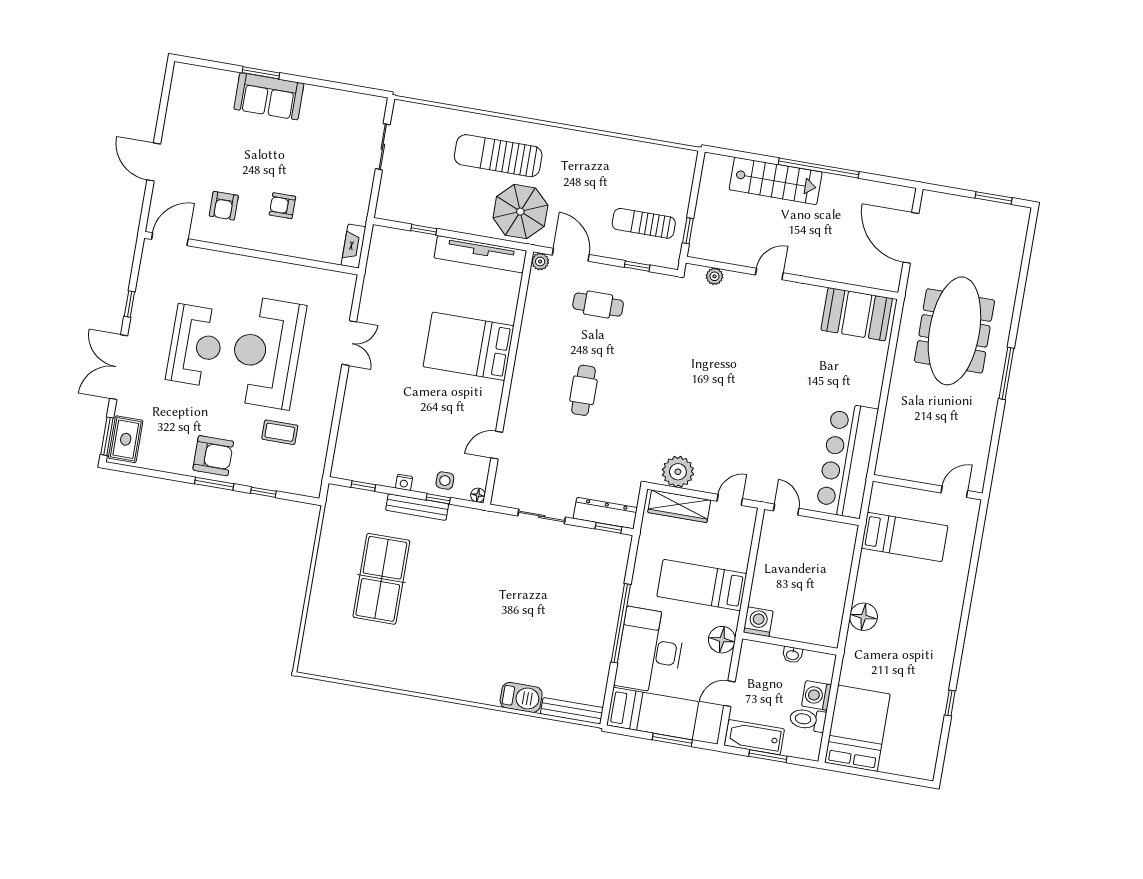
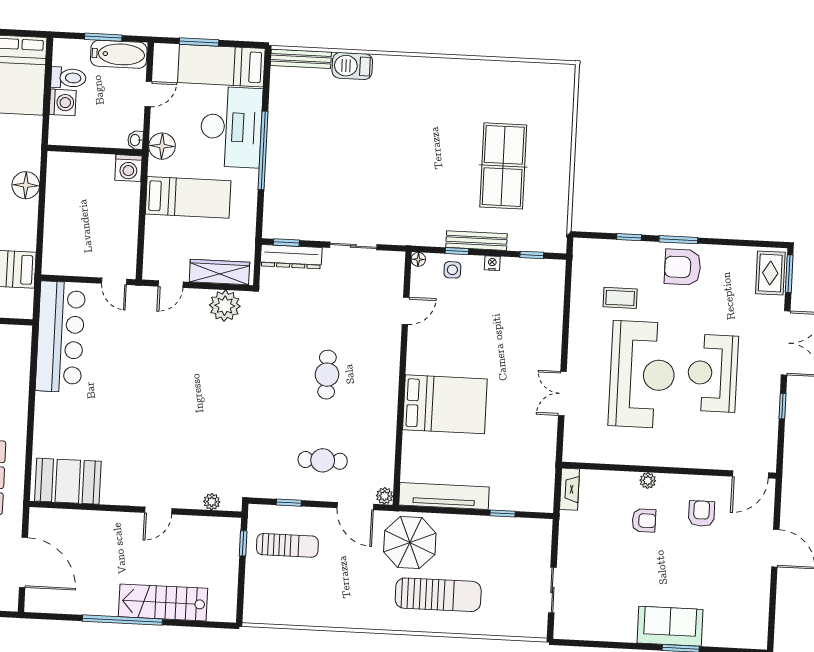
plant: (274, 245) -> (648, 481), added
washbasin: (792, 655) -> (135, 140), moved, turned -90

